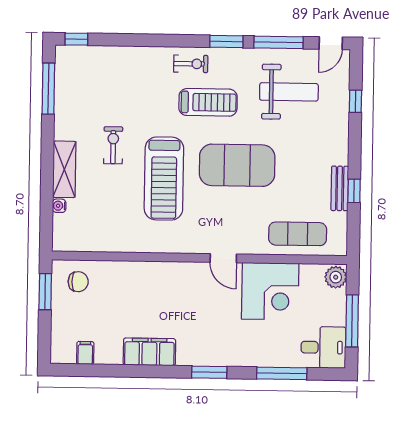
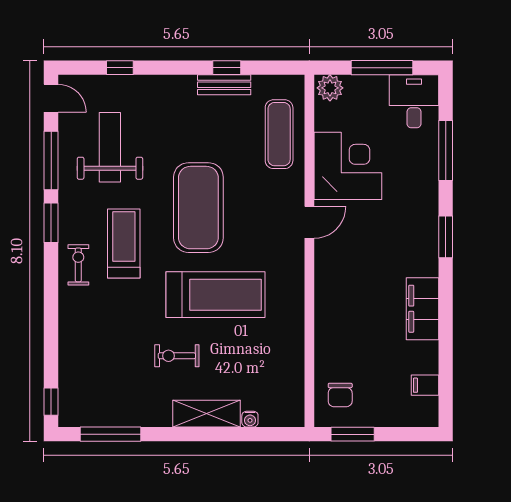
chair: (78, 282) -> (340, 395), turned 180

